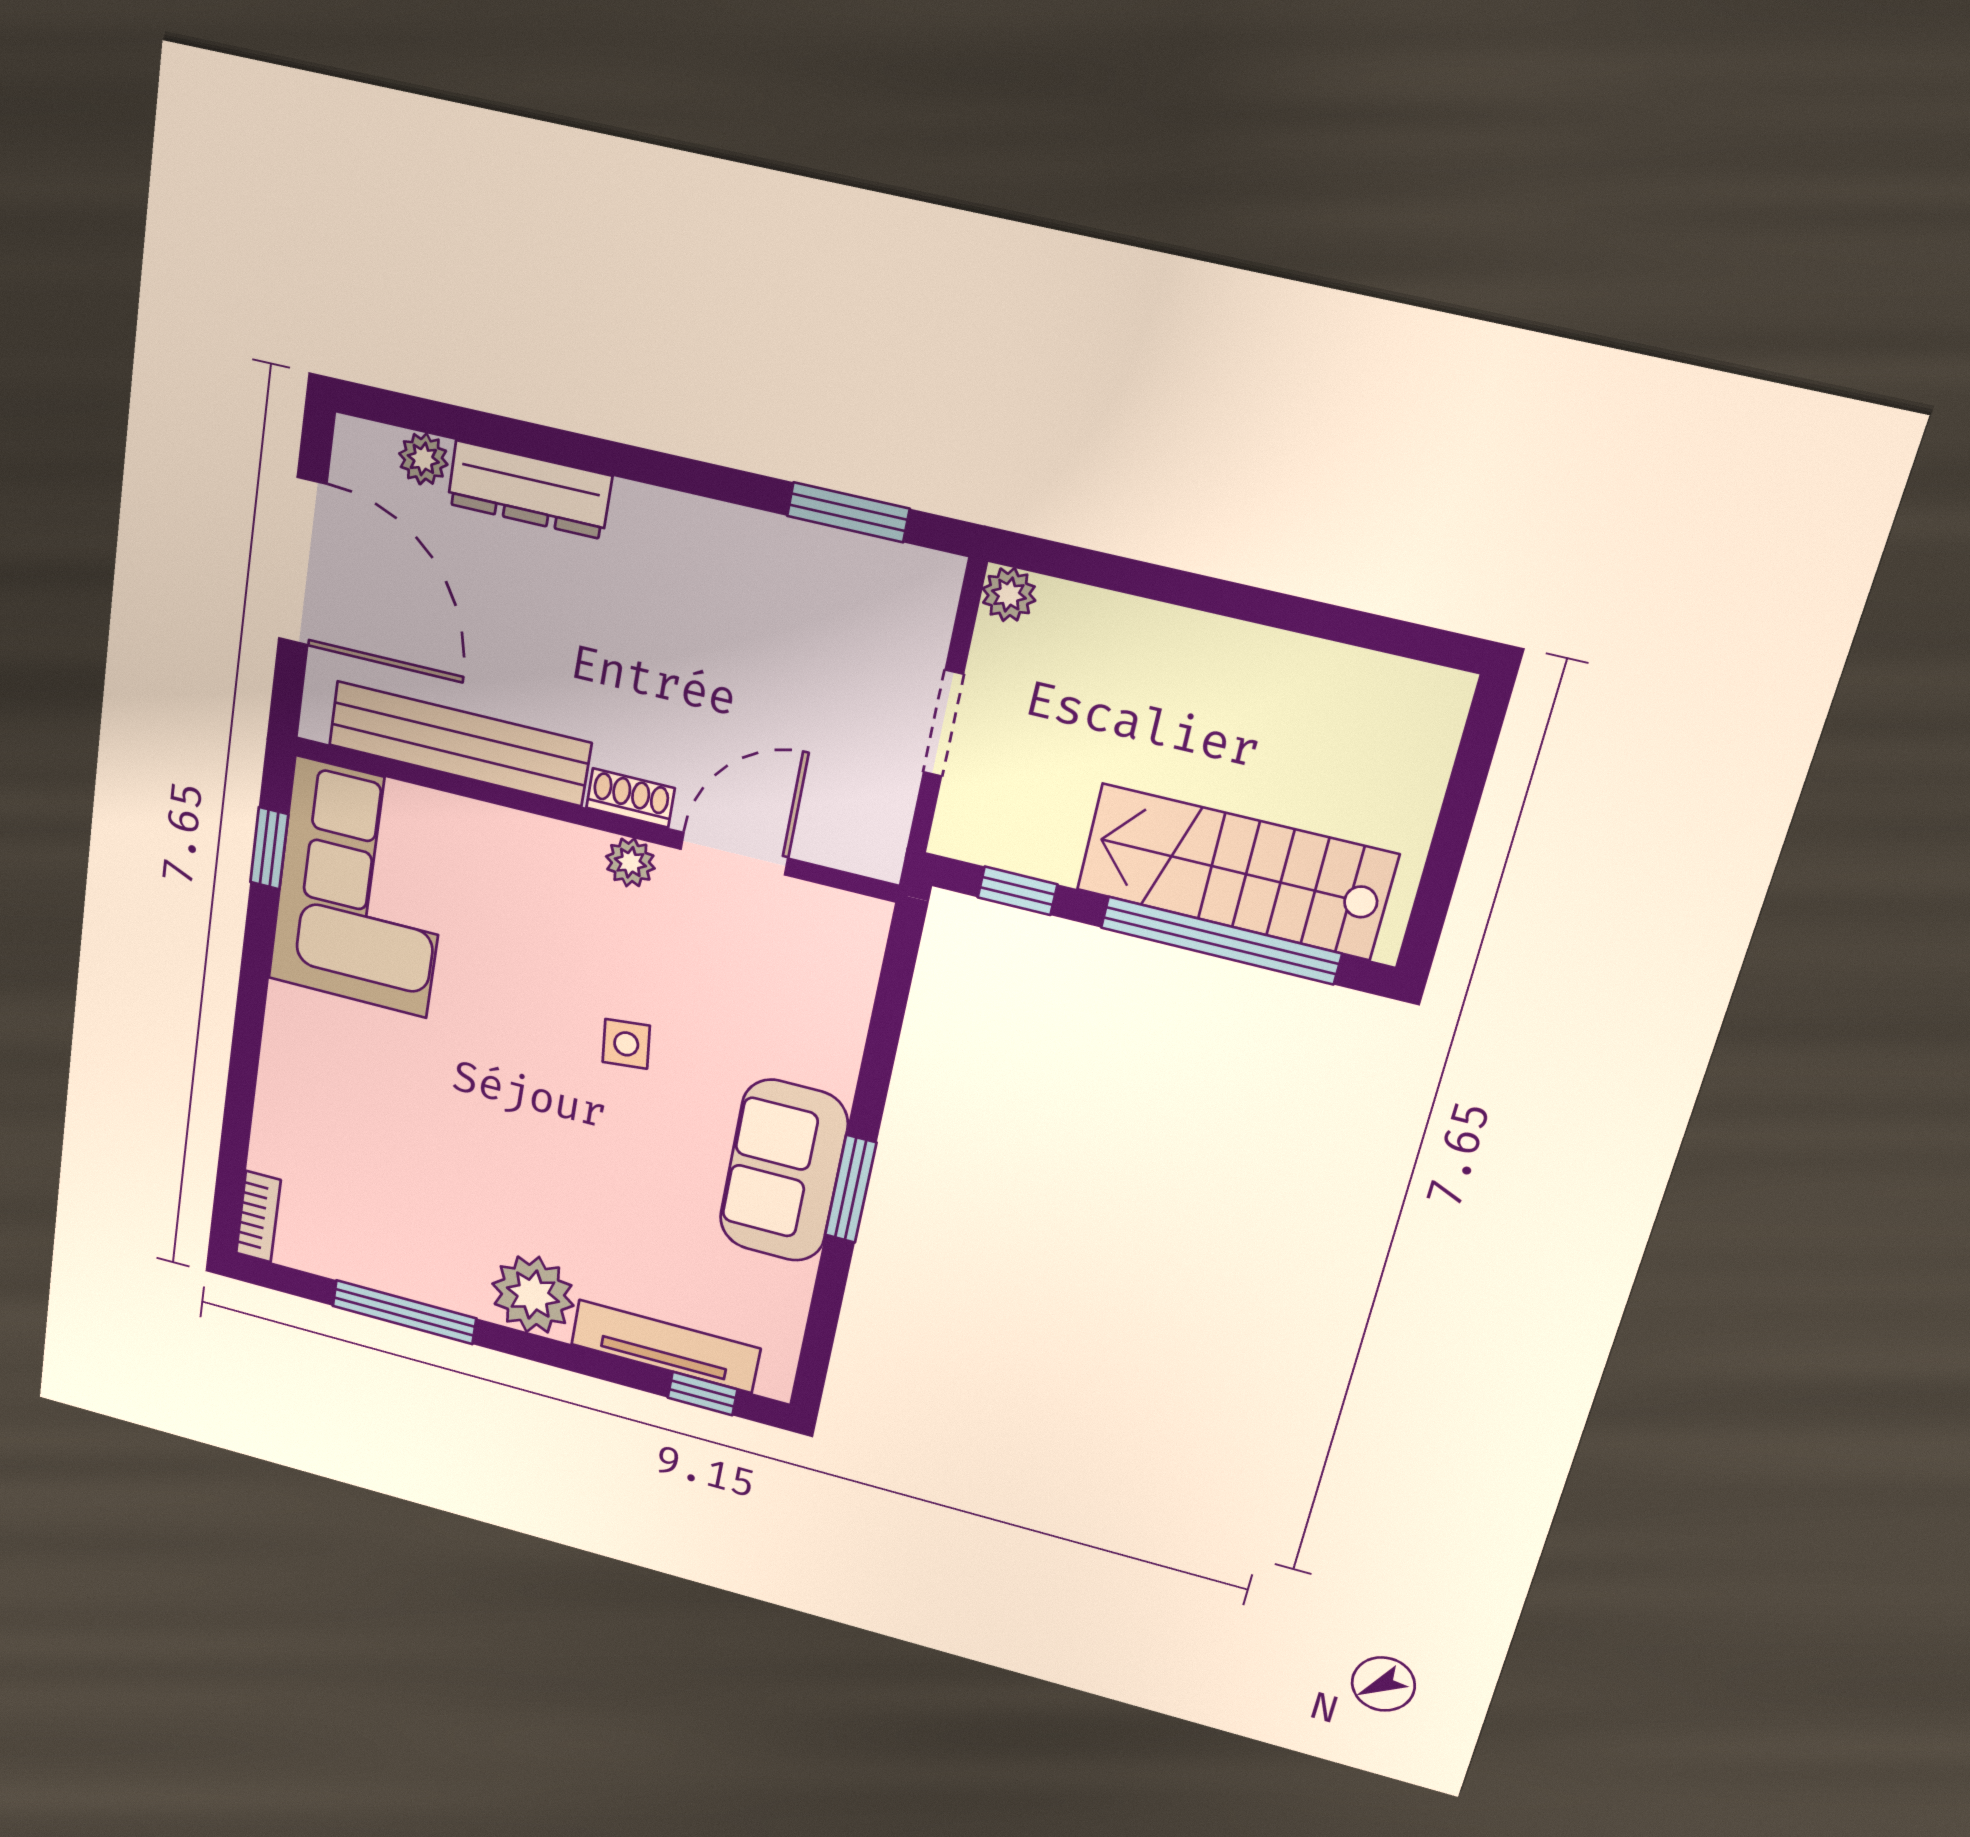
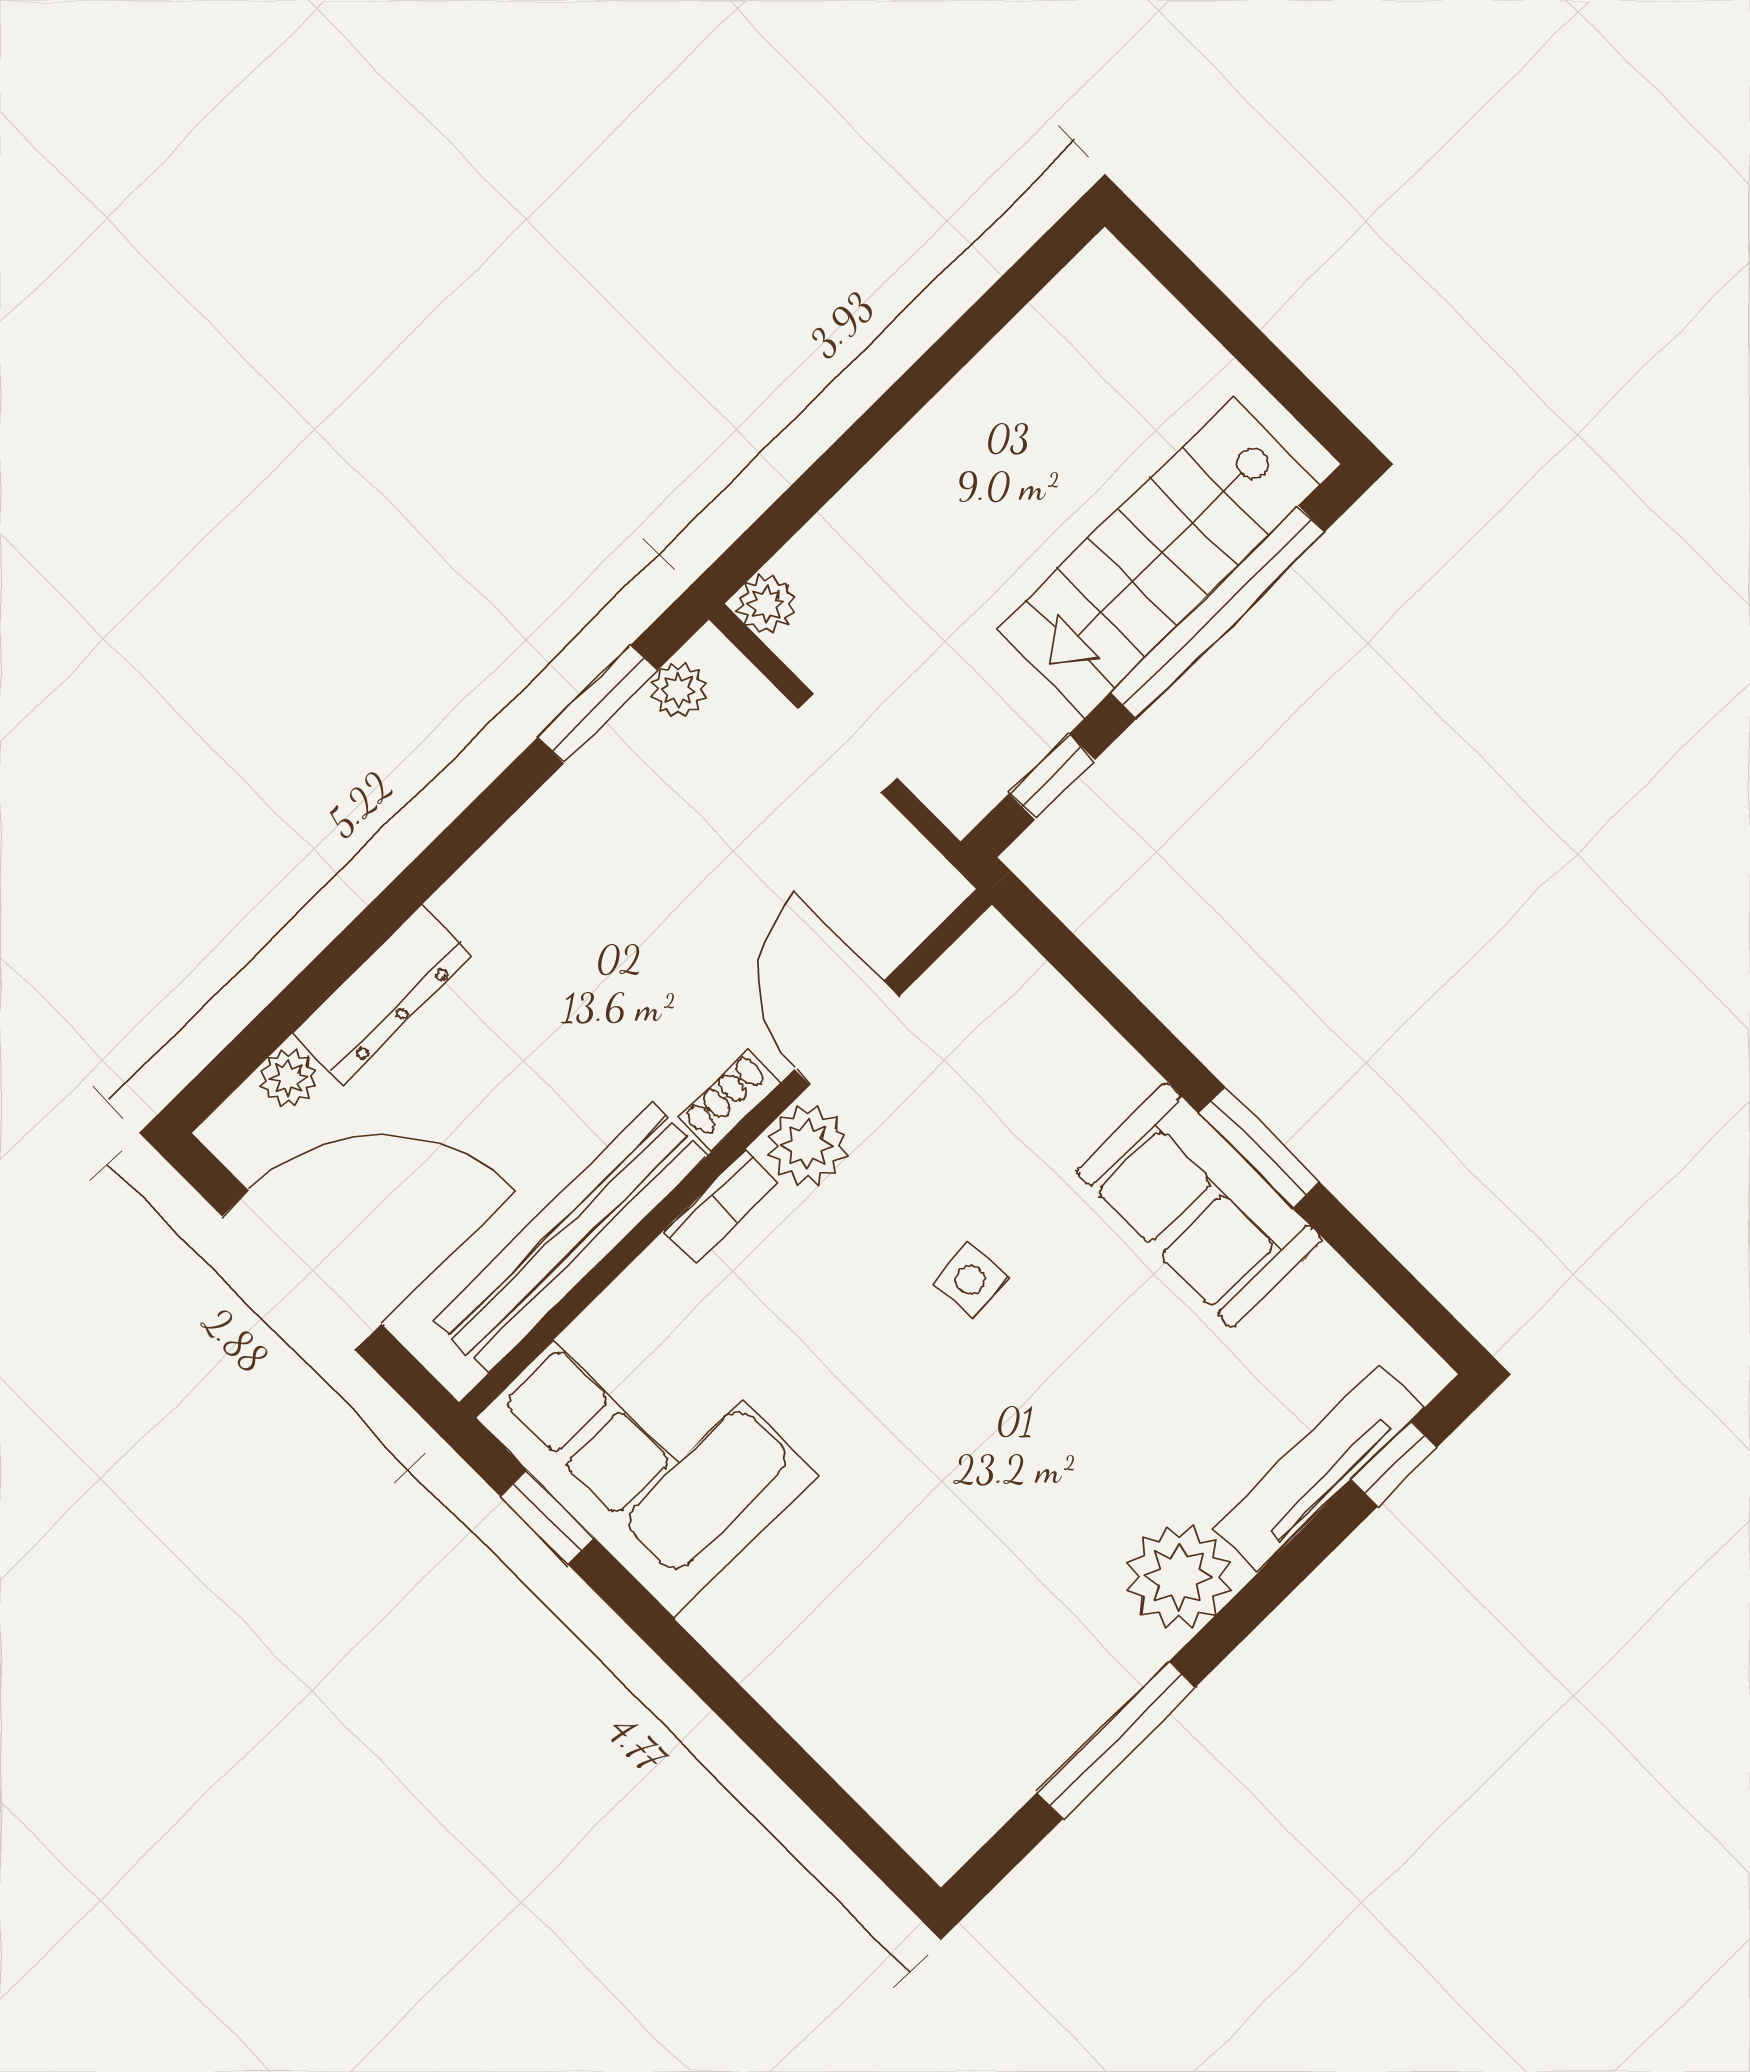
plant: (900, 568) -> (678, 690), added
plant: (630, 862) -> (807, 1145), width x1.38, depth x1.38
bookcase: (258, 1217) -> (721, 1207), moved, turned 90

